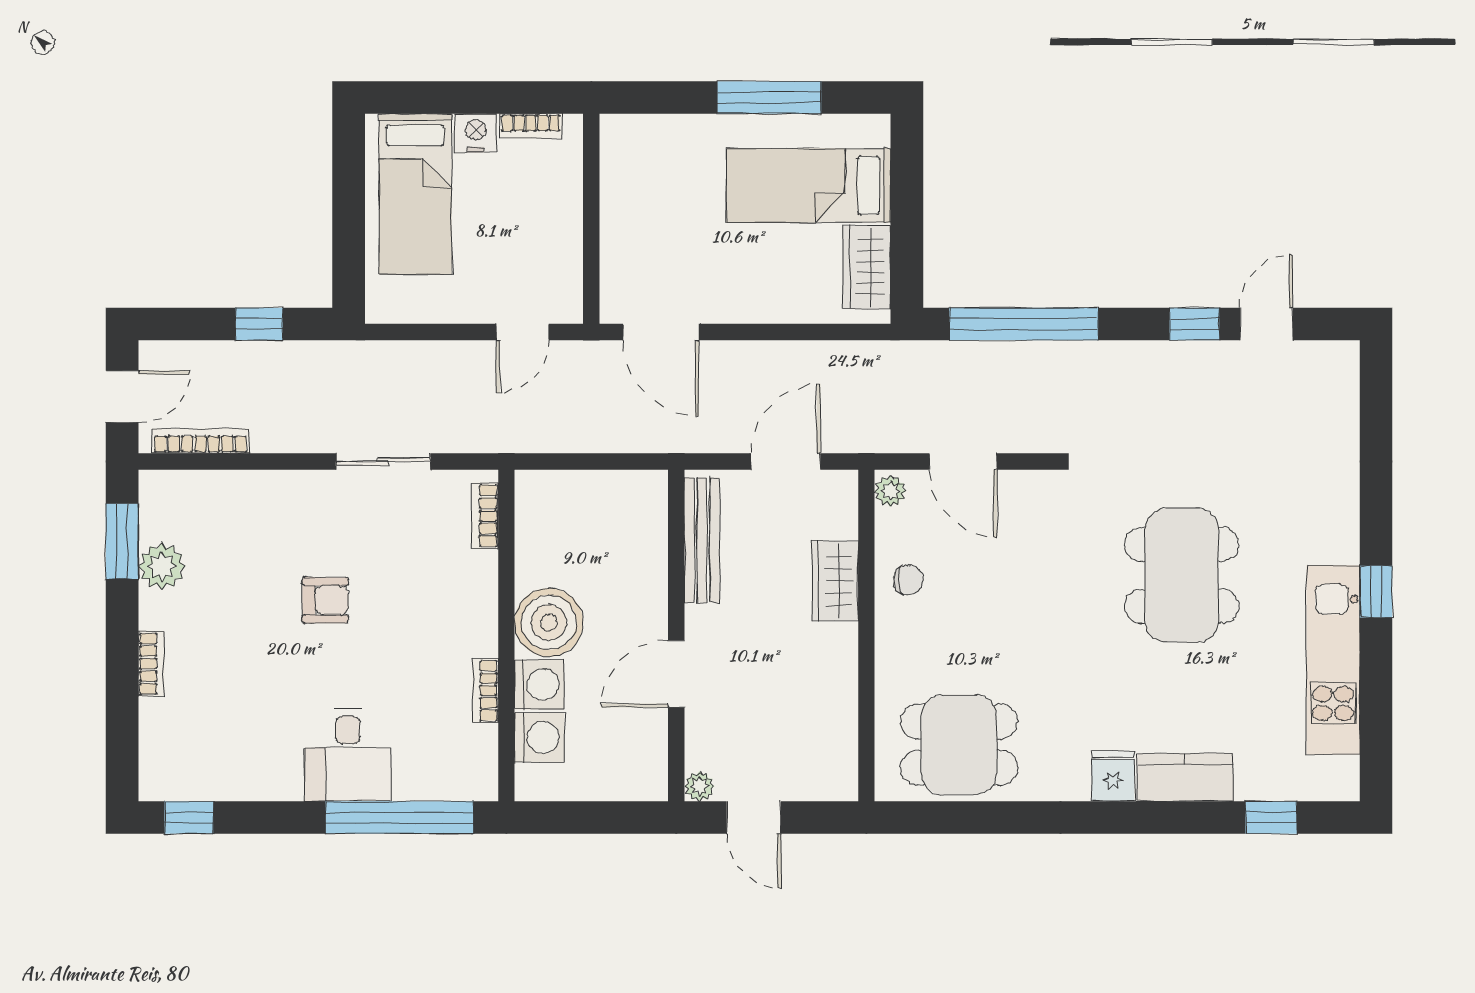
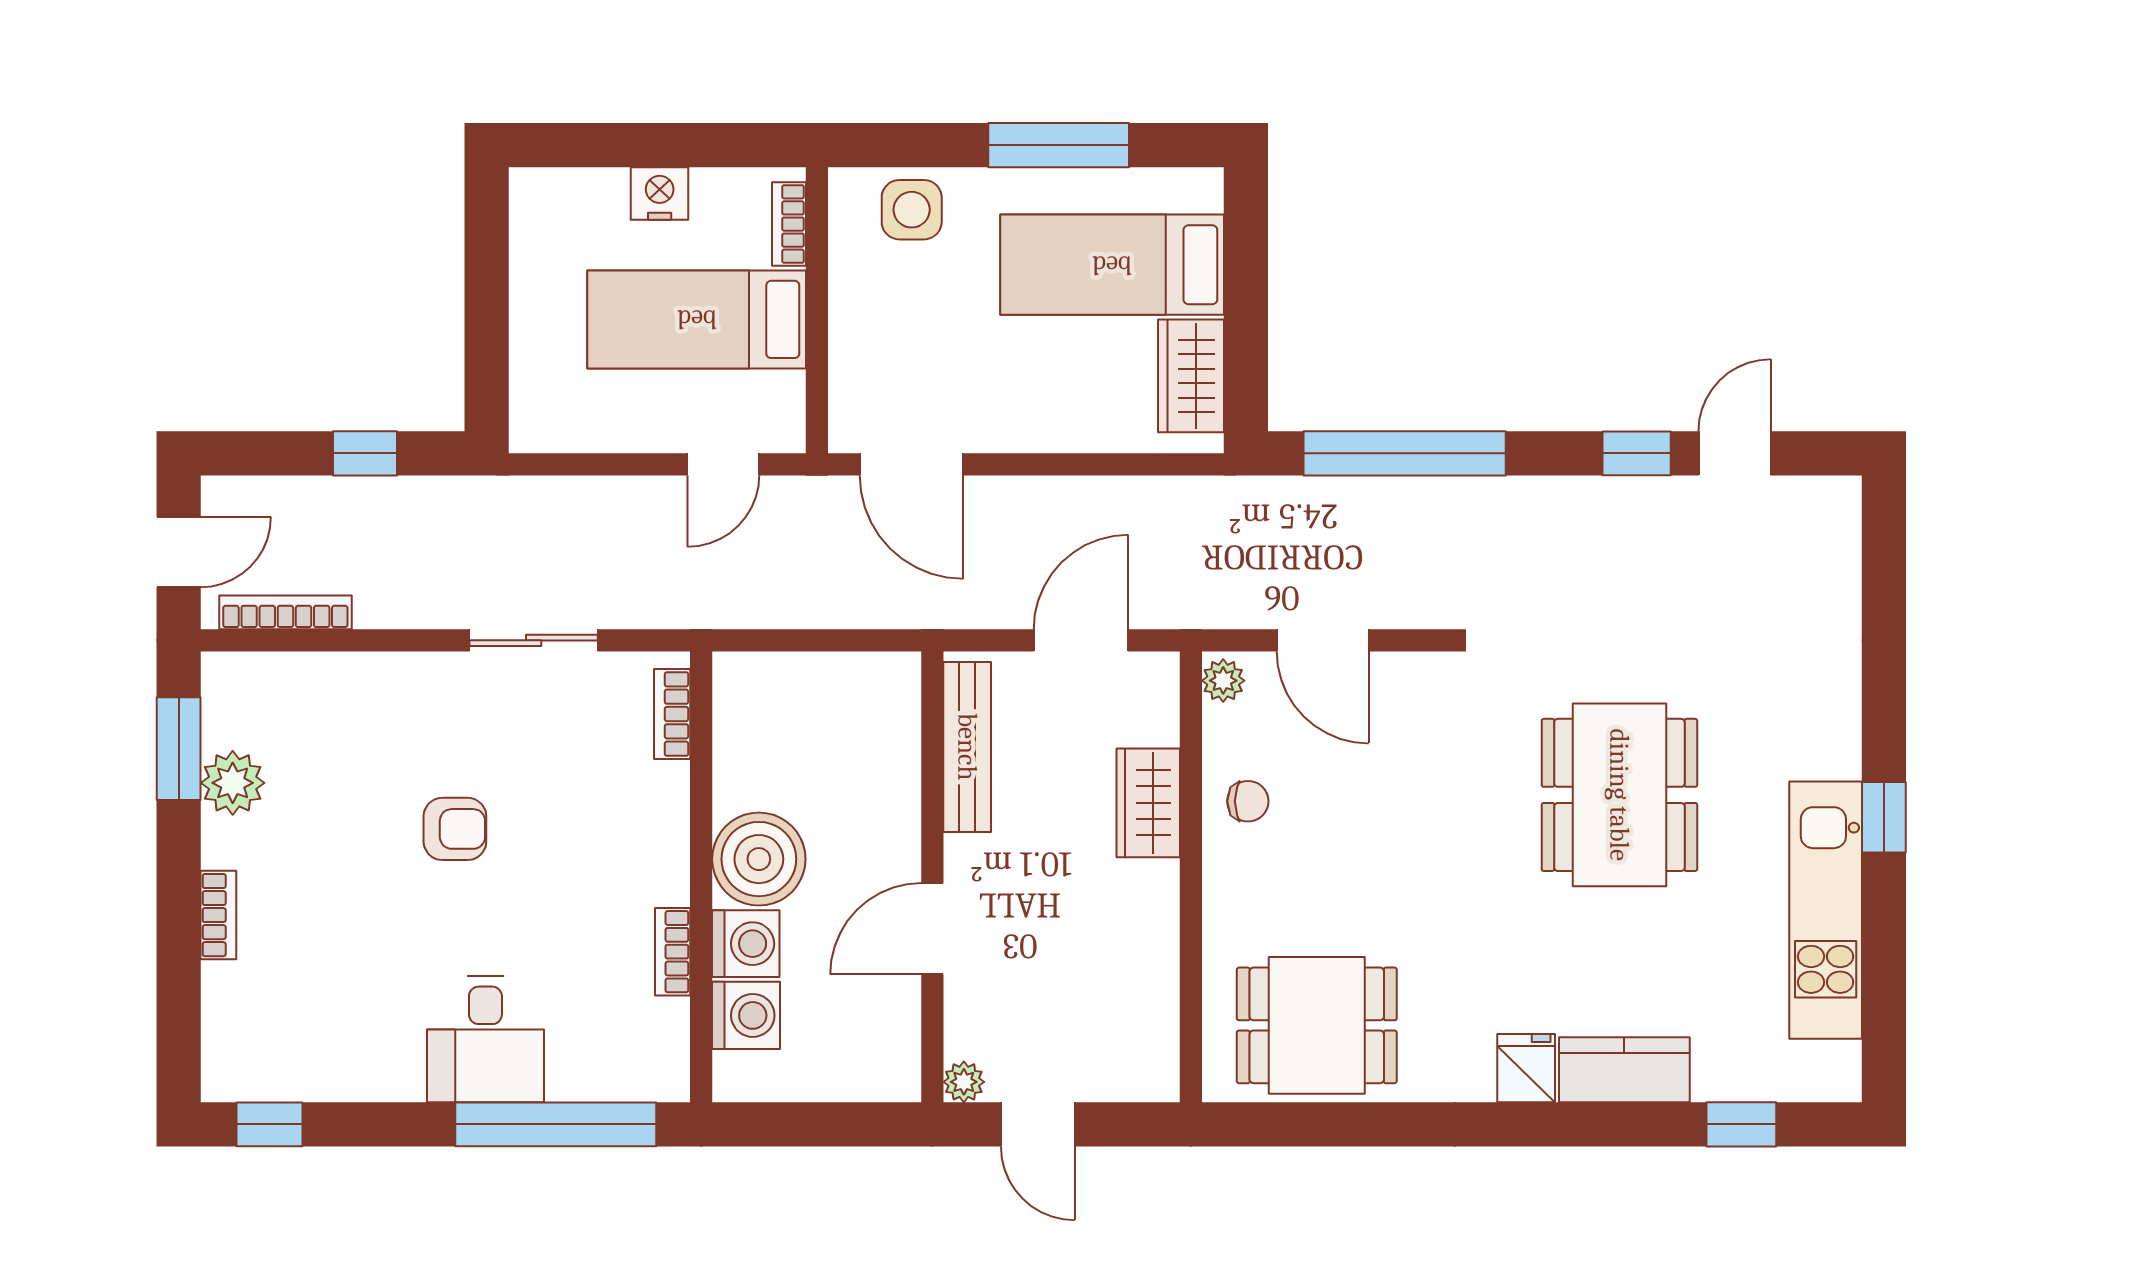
bookcase: (531, 126) -> (789, 224), moved, turned 90
side table: (661, 145) -> (912, 210), added
bed: (415, 194) -> (697, 319), moved, turned 90

